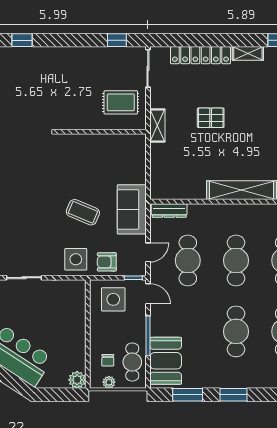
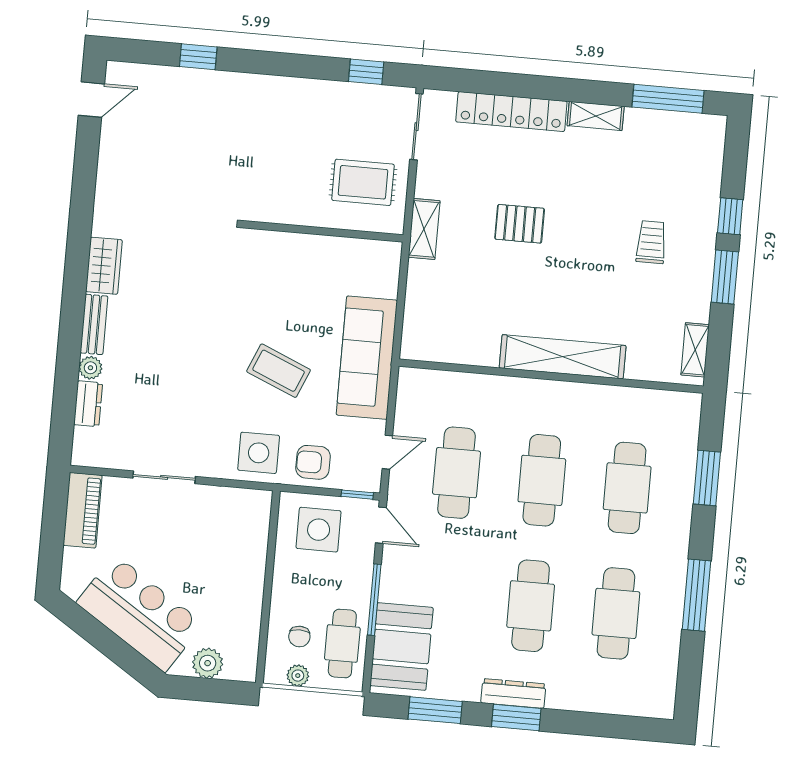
sofa: (132, 209) -> (367, 358), width x1.36
dresser: (169, 210) -> (513, 693), moved, turned 180
plant: (77, 380) -> (208, 663), moved

